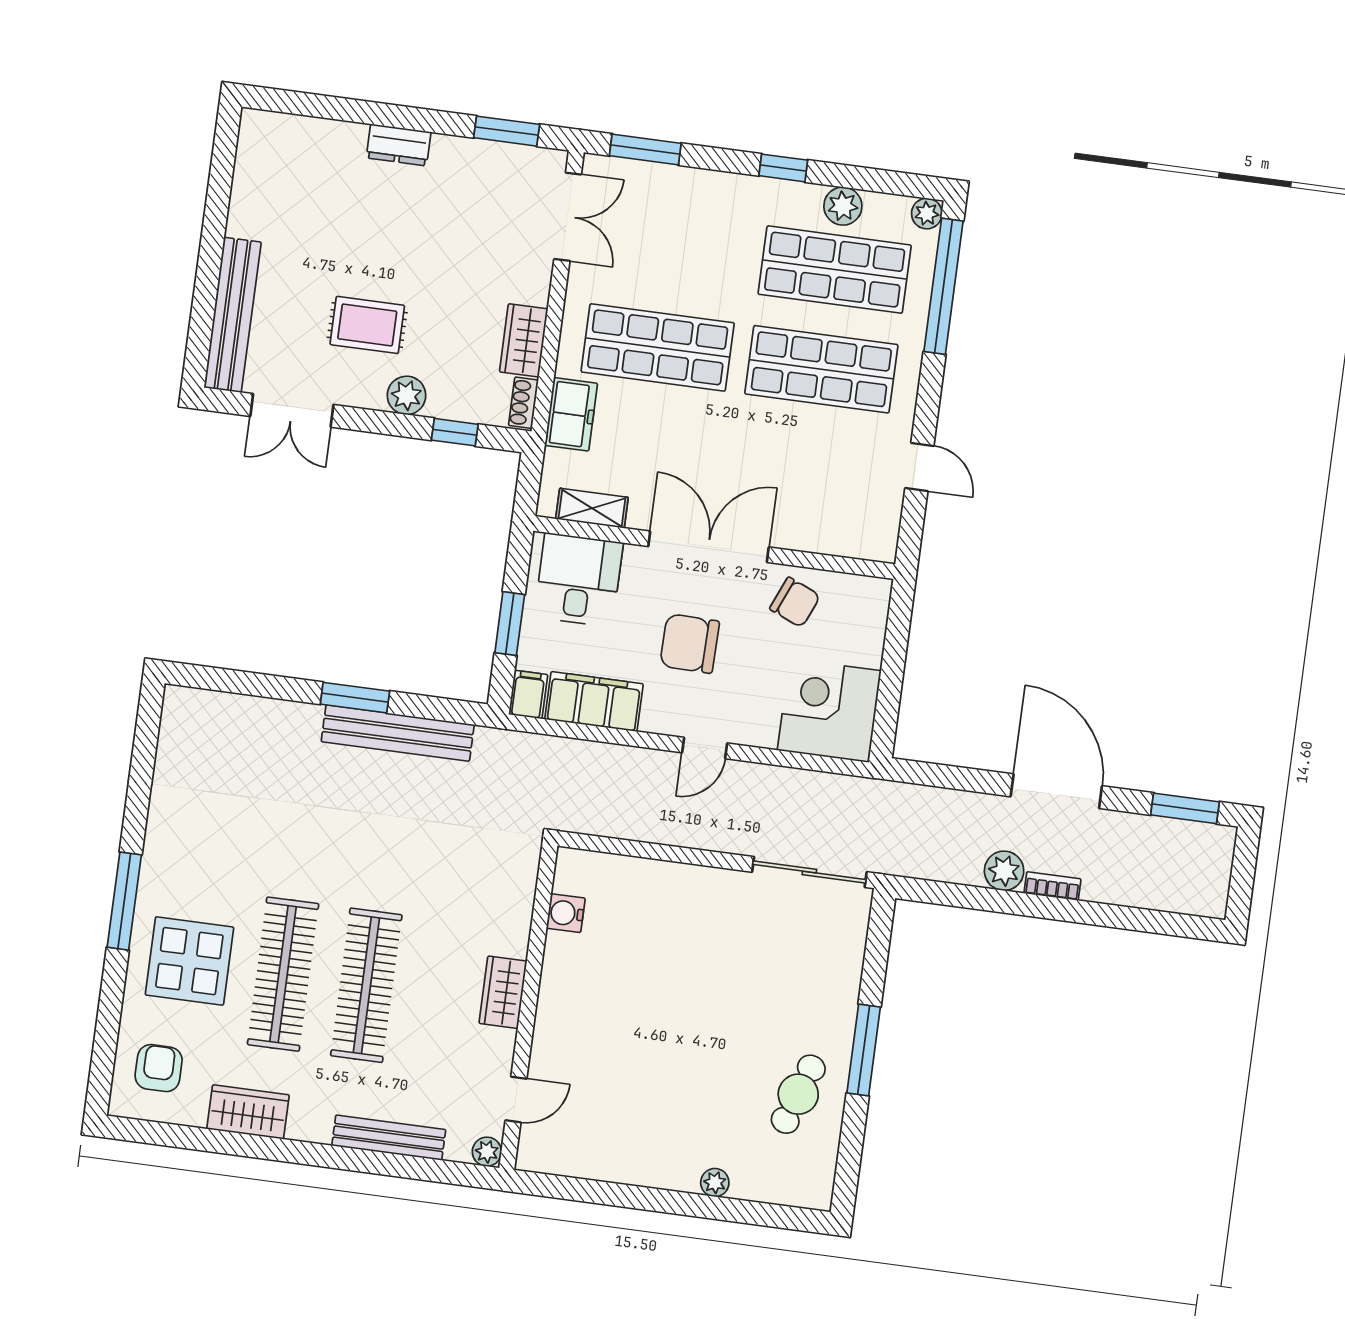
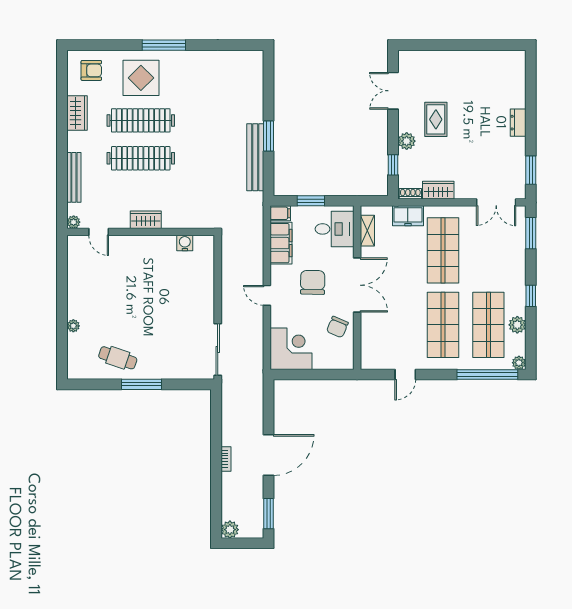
bench: (233, 315) -> (432, 59), removed
plant: (1004, 871) -> (230, 530), moved

